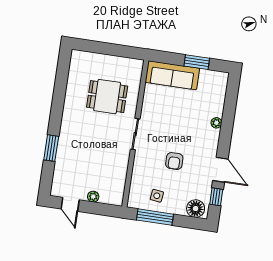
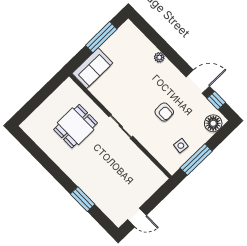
window: (197, 62) -> (101, 37), width x1.44
sofa: (172, 75) -> (92, 68), width x0.73
plant: (93, 197) -> (144, 195), removed

